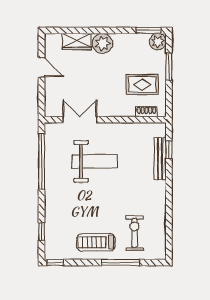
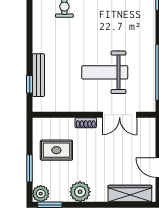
wardrobe: (77, 42) -> (130, 194), width x1.50
plant: (102, 43) -> (80, 192), moved
shoe rack: (146, 112) -> (86, 123), moved

